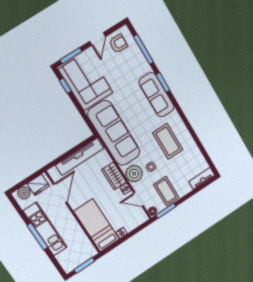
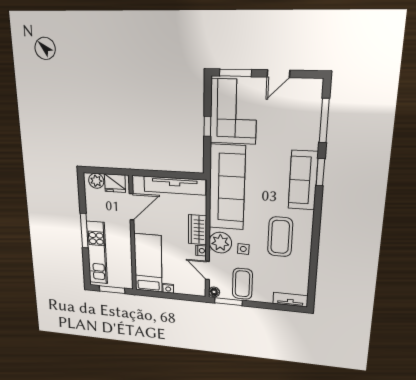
armchair: (118, 44) -> (299, 95), removed
window: (65, 86) -> (207, 126), moved
kitchen unit: (45, 229) -> (97, 253), moved

